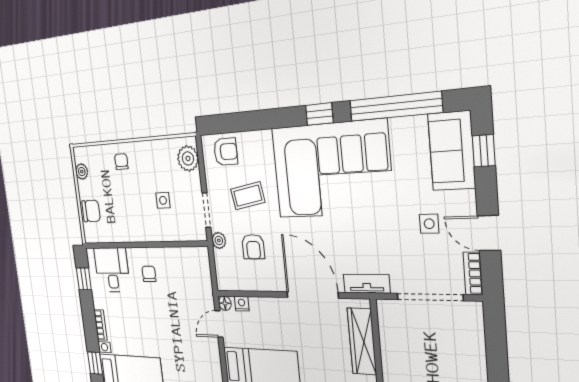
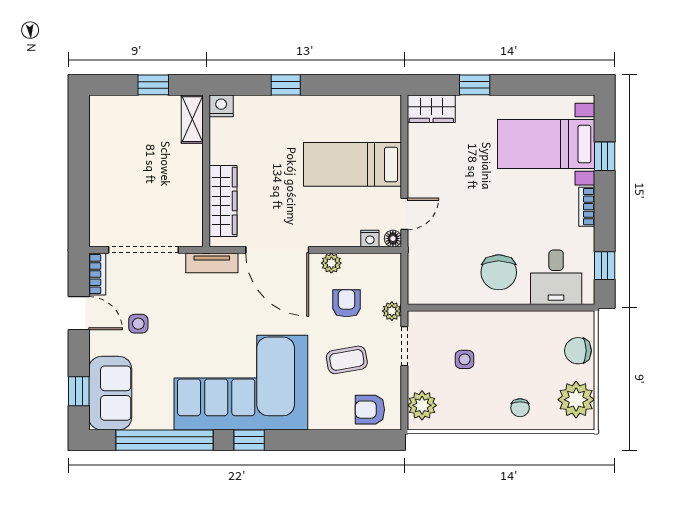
plant: (82, 172) -> (576, 400), width x1.87, depth x1.87
chair: (149, 274) -> (499, 272), width x1.87, depth x1.87
plant: (269, 283) -> (331, 263), added

